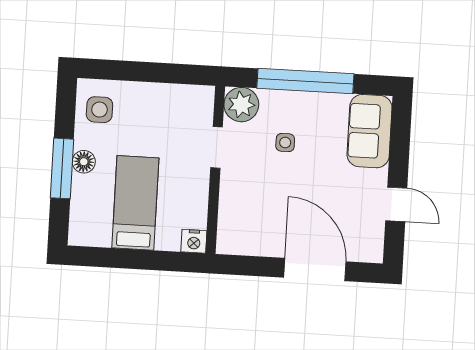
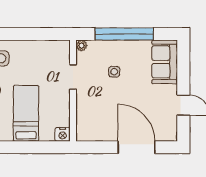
plant: (241, 105) -> (82, 45), width x0.53, depth x0.53

